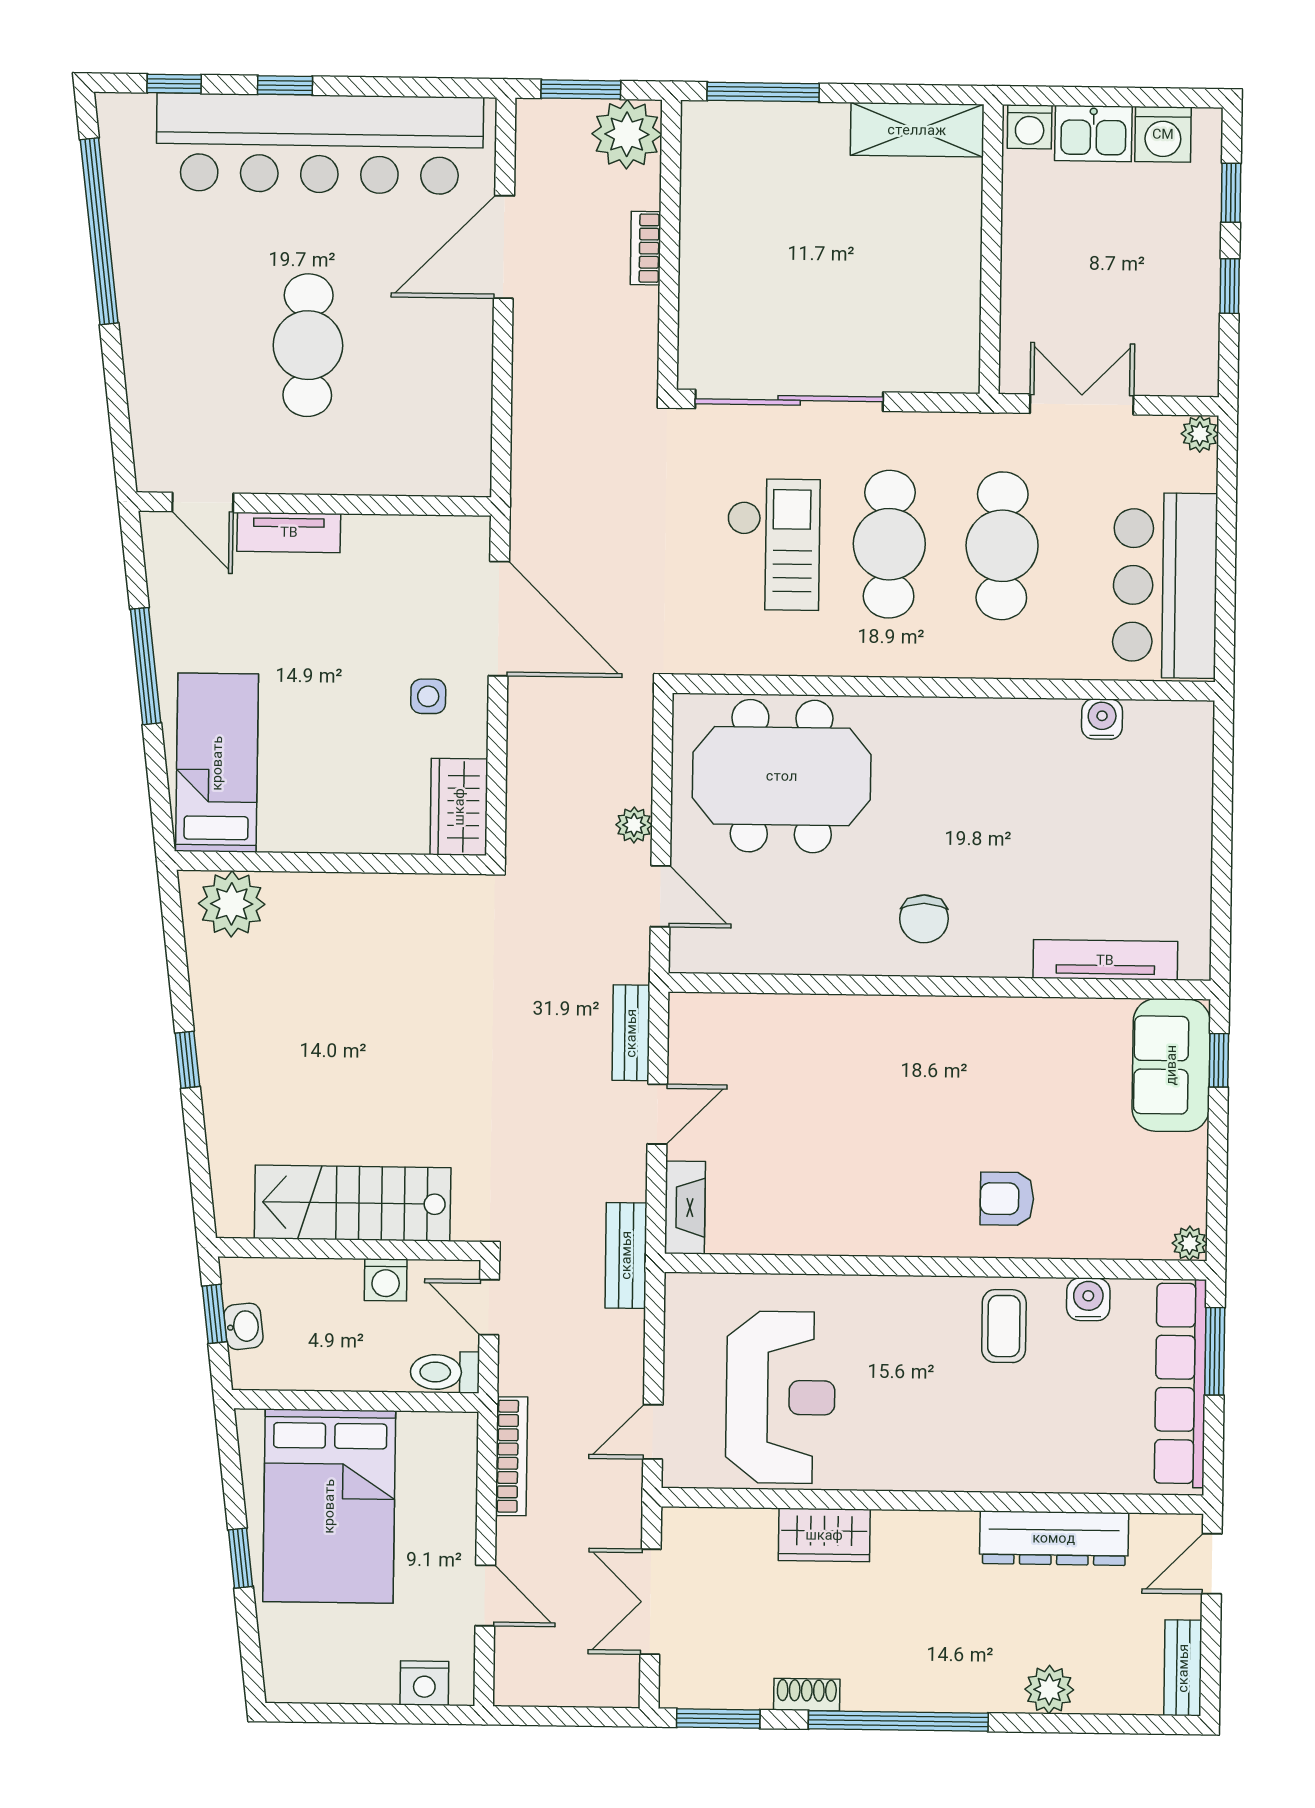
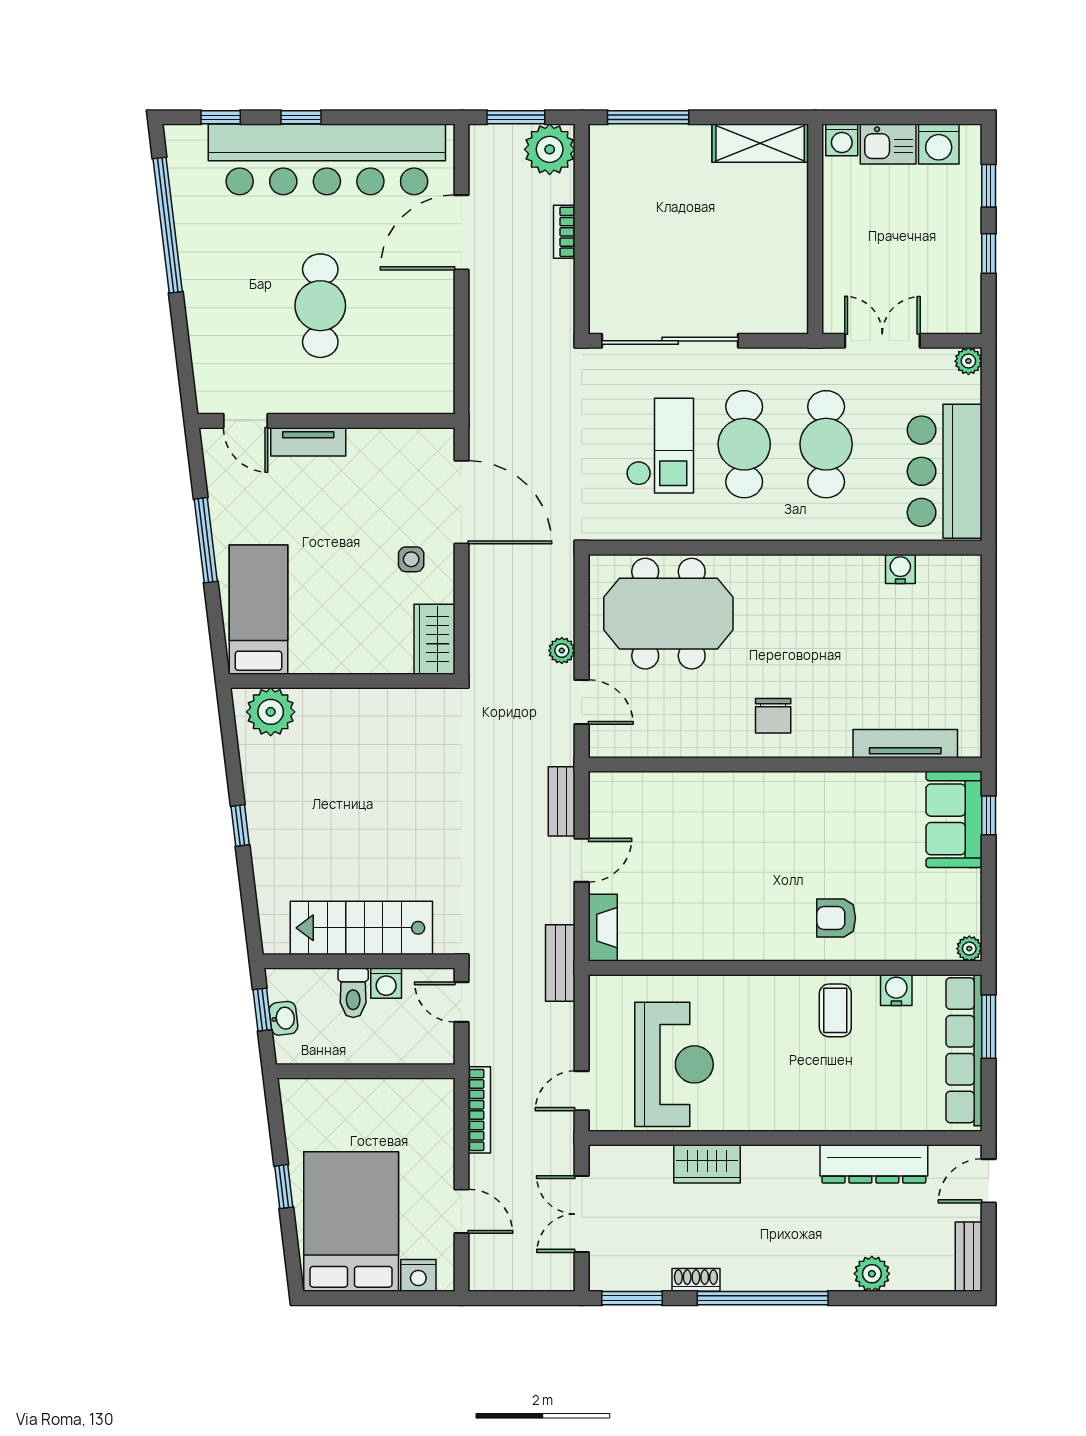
toilet: (445, 1372) -> (353, 993), moved, turned -90
bed: (329, 1506) -> (351, 1222), moved, turned 180

